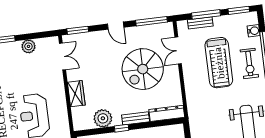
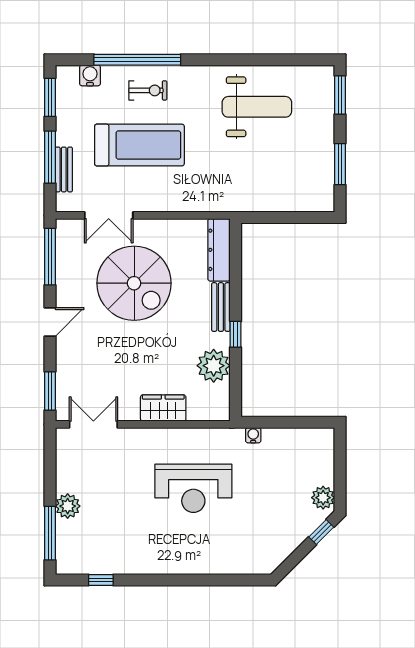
plant: (28, 46) -> (68, 506), moved
exercise bike: (249, 64) -> (148, 90), width x0.73, depth x0.72

